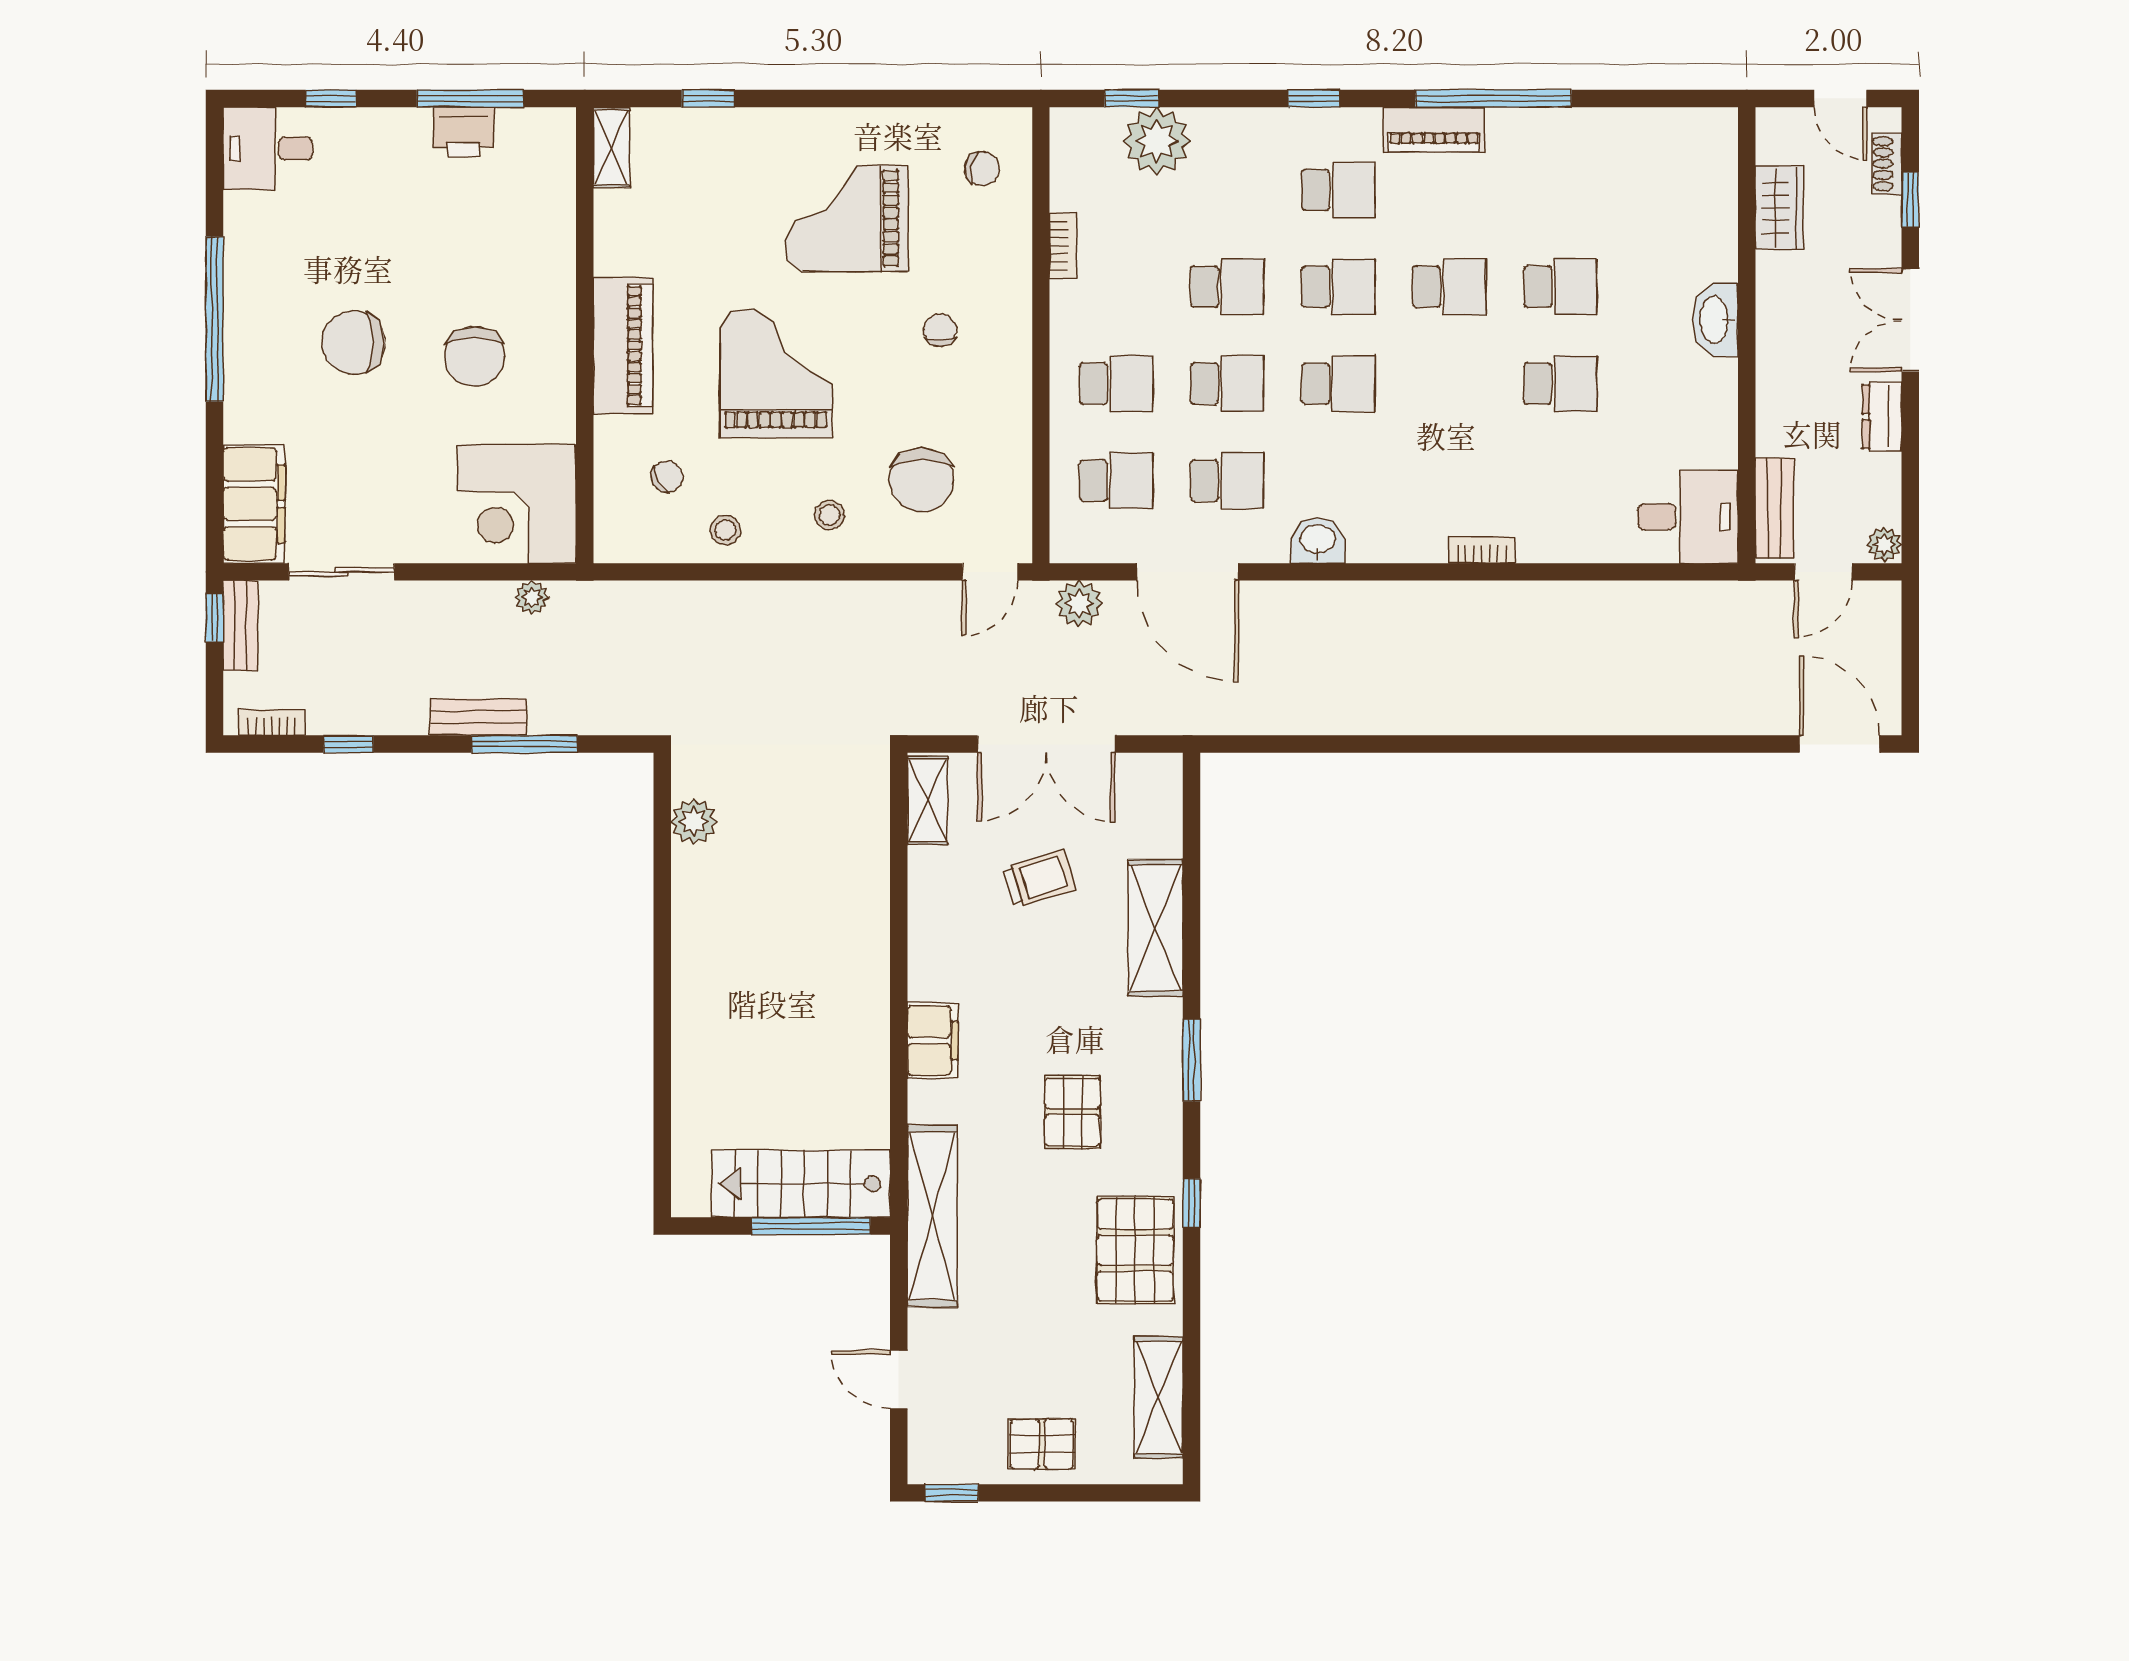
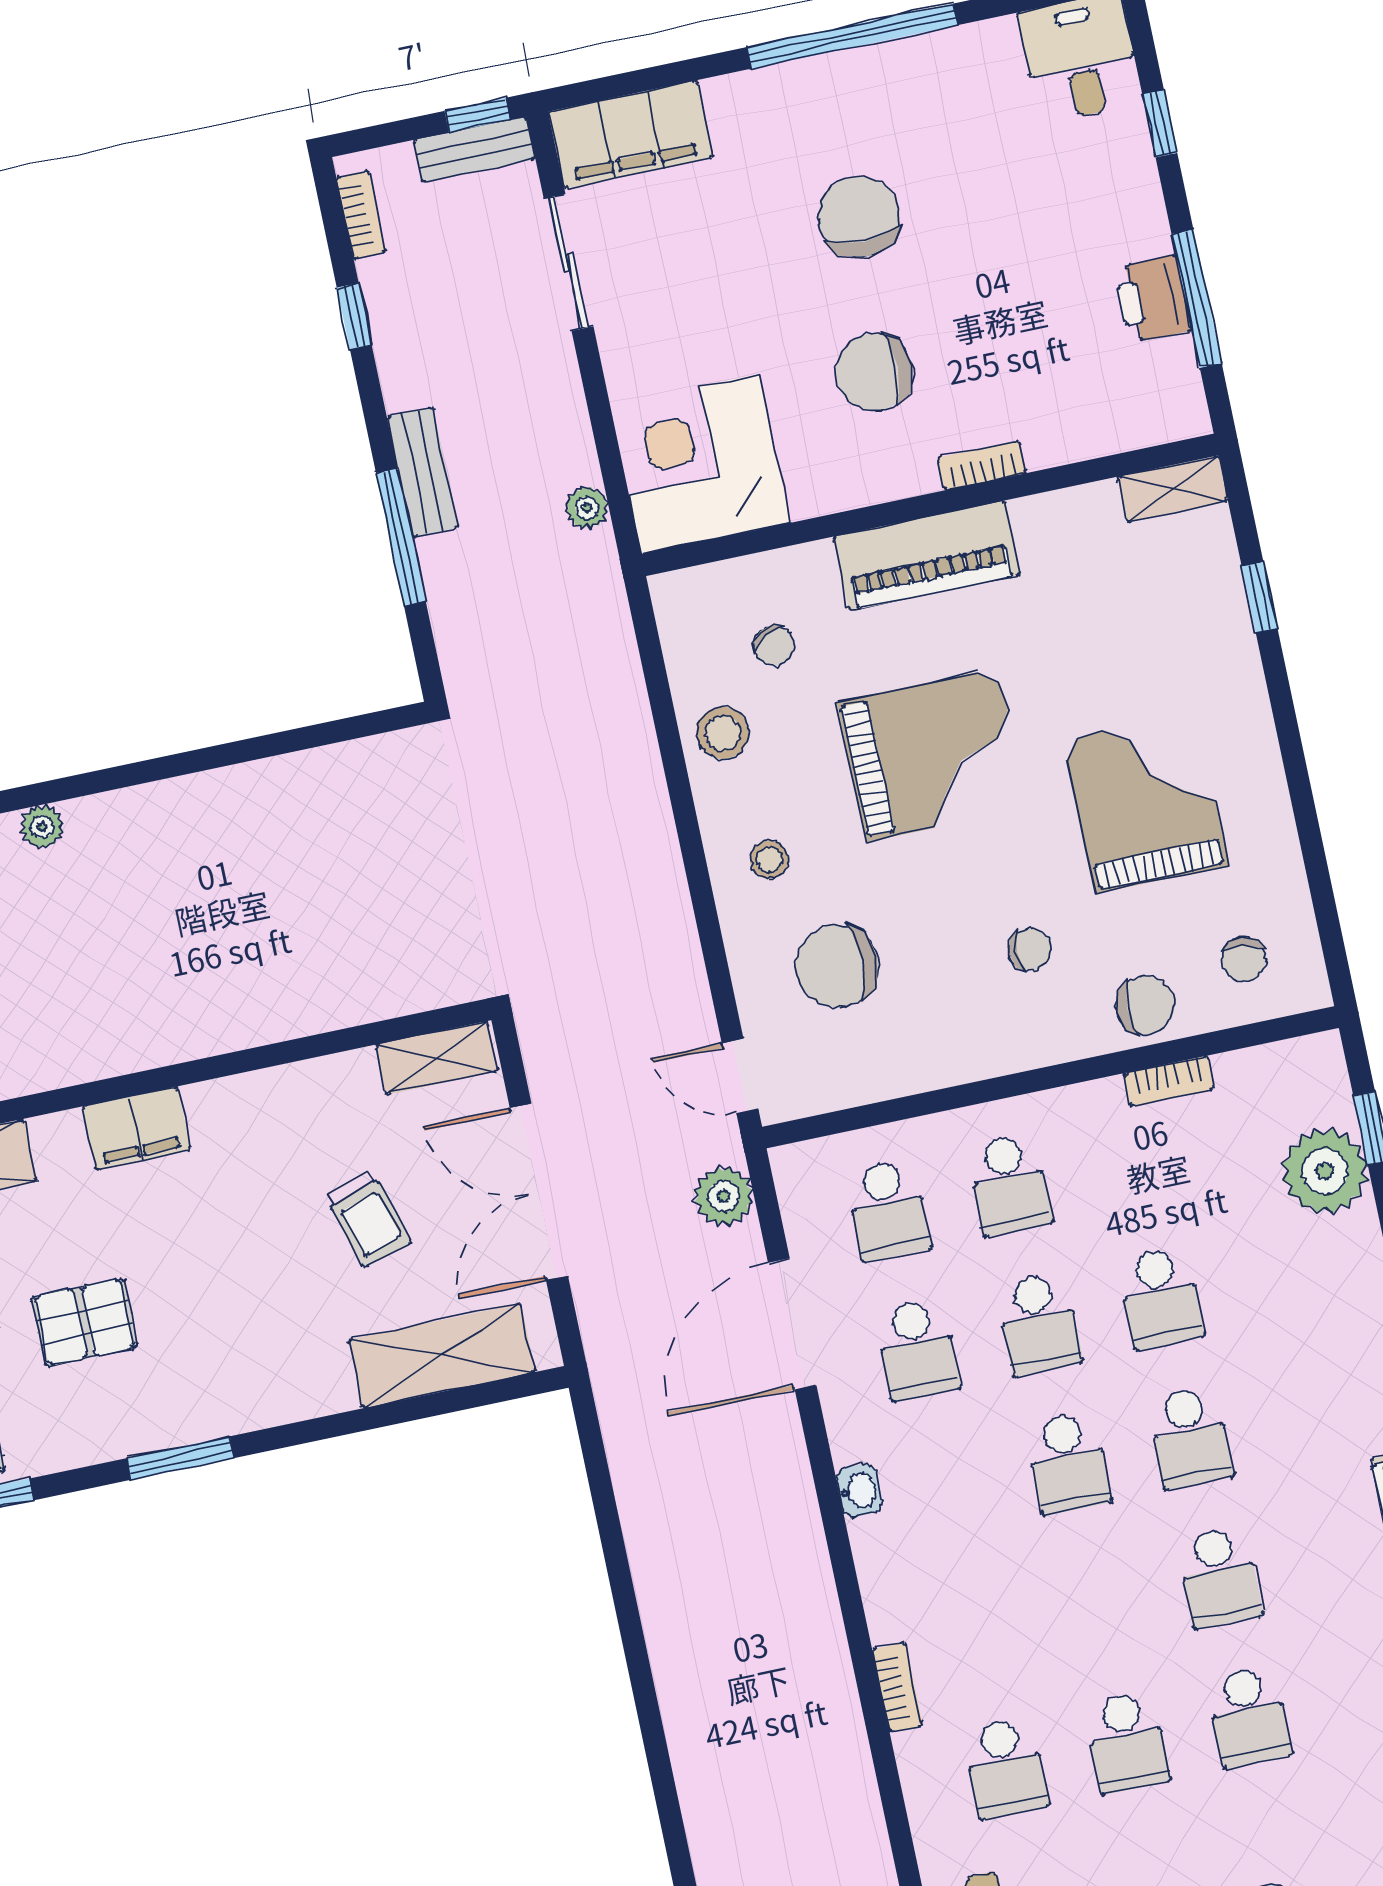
school desk: (1338, 190) -> (1005, 1768), moved
chair: (1001, 251) -> (1145, 1005), added
bookcase: (563, 289) -> (982, 465), added
stool: (725, 530) -> (723, 733), width x1.37, depth x1.37
washbasin: (1318, 540) -> (859, 1490), width x0.72, depth x0.69
plant: (694, 821) -> (42, 827), moved, width x0.73, depth x0.73
shelving: (1155, 928) -> (442, 1356), moved

